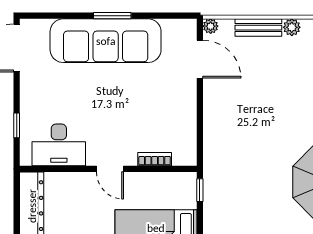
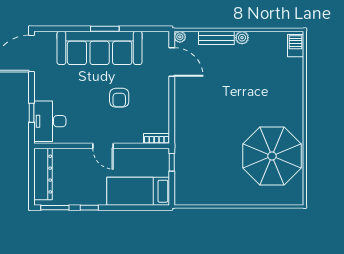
armchair: (131, 106) -> (119, 98), added
desk: (59, 145) -> (50, 121), moved, turned 90
bookcase: (155, 159) -> (157, 138), moved

